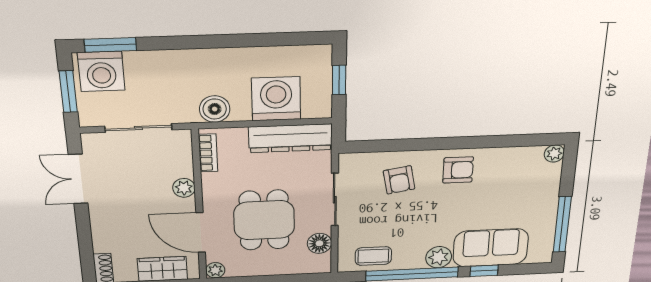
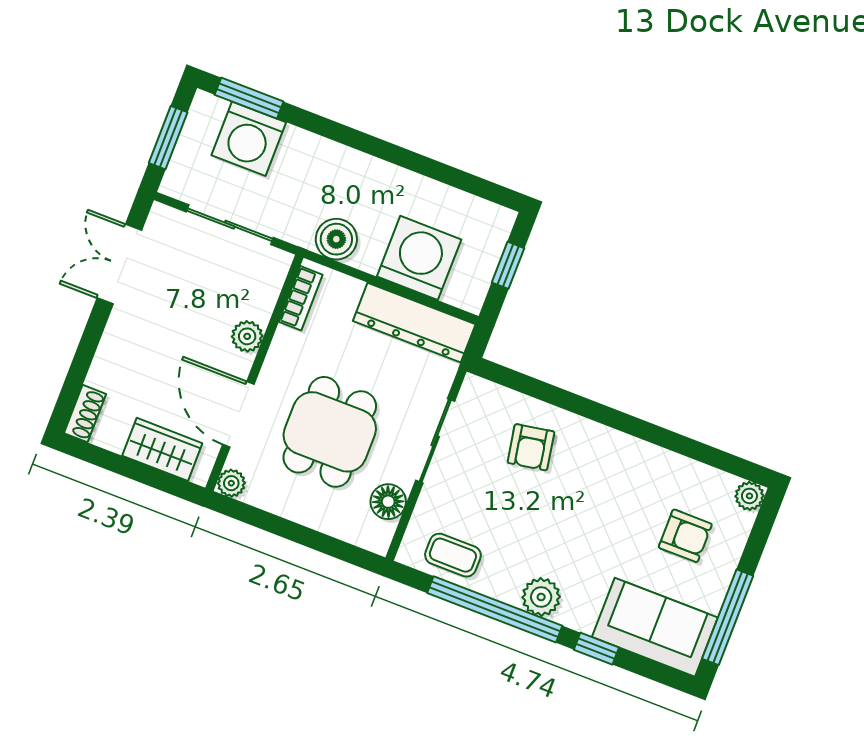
washing machine: (101, 71) -> (249, 139), moved
armchair: (458, 170) -> (685, 536), moved
sofa: (491, 248) -> (655, 627), moved

